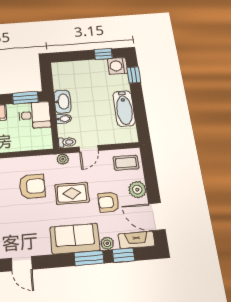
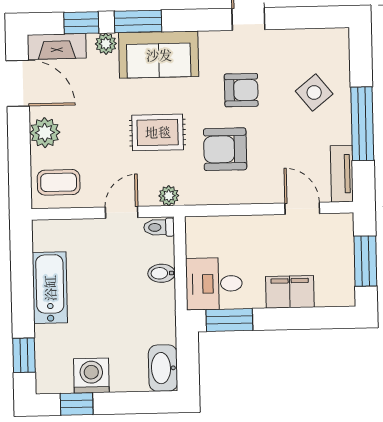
washing machine: (117, 66) -> (91, 376), moved, turned -90
washbasin: (62, 102) -> (163, 368), moved
armchair: (109, 202) -> (241, 90), moved

